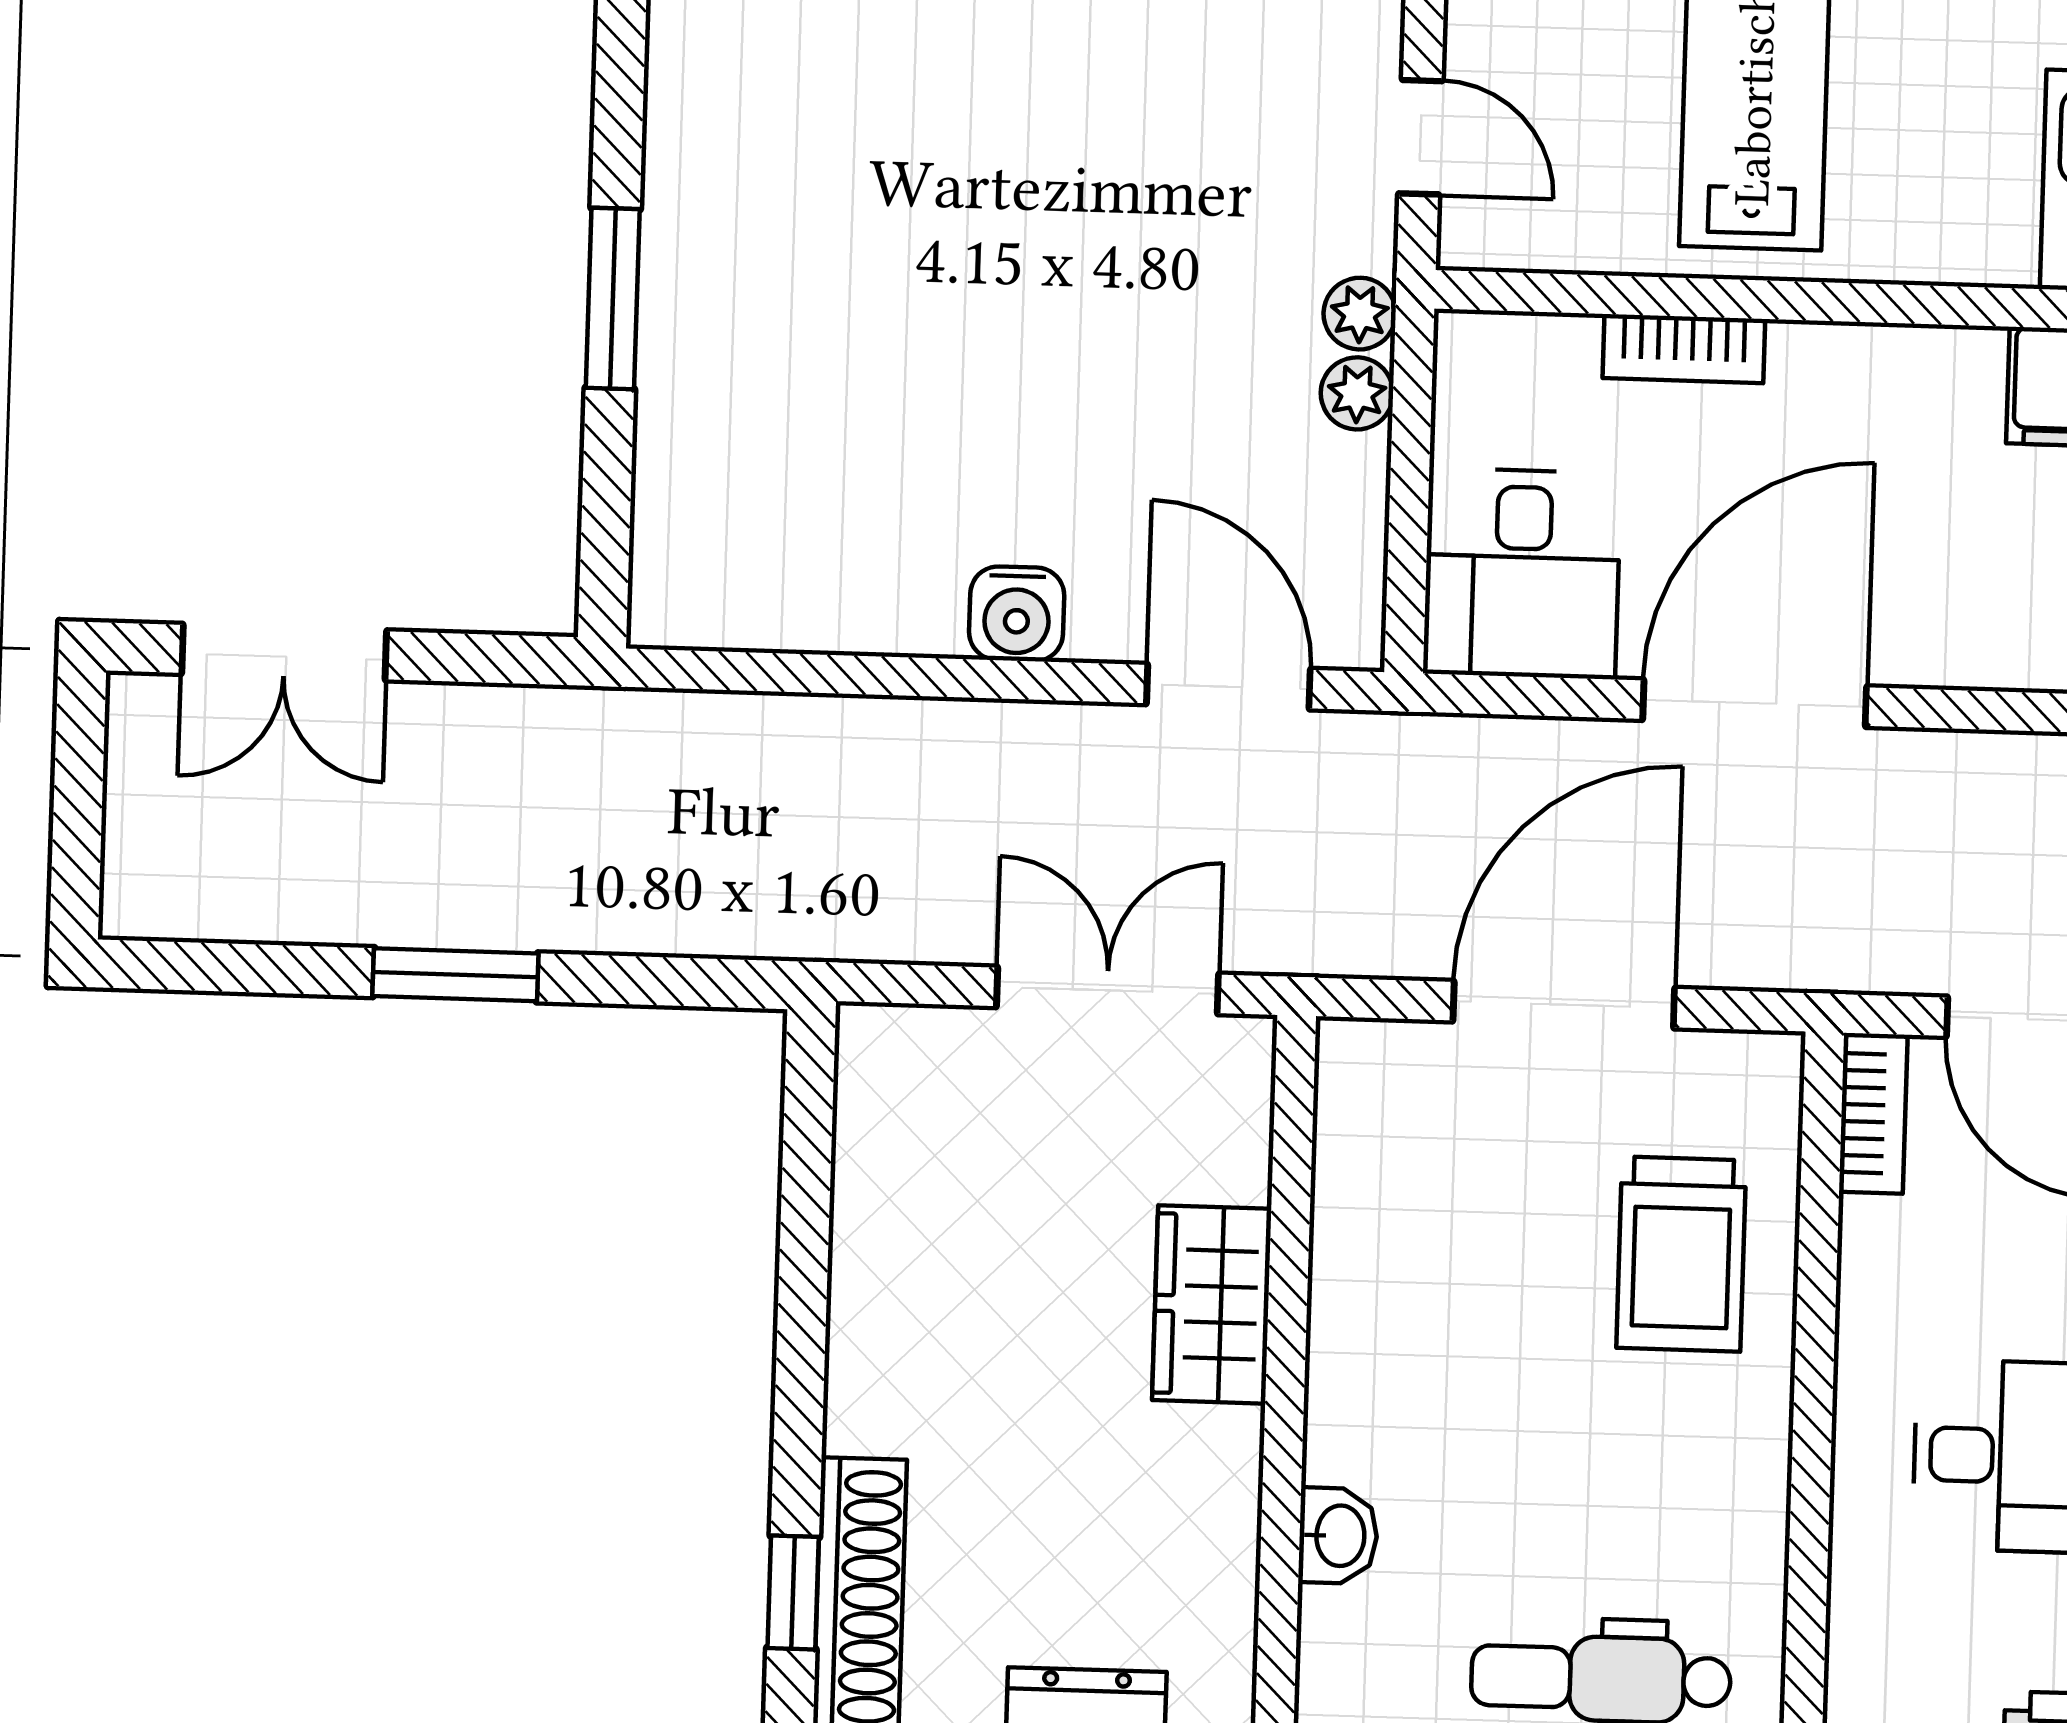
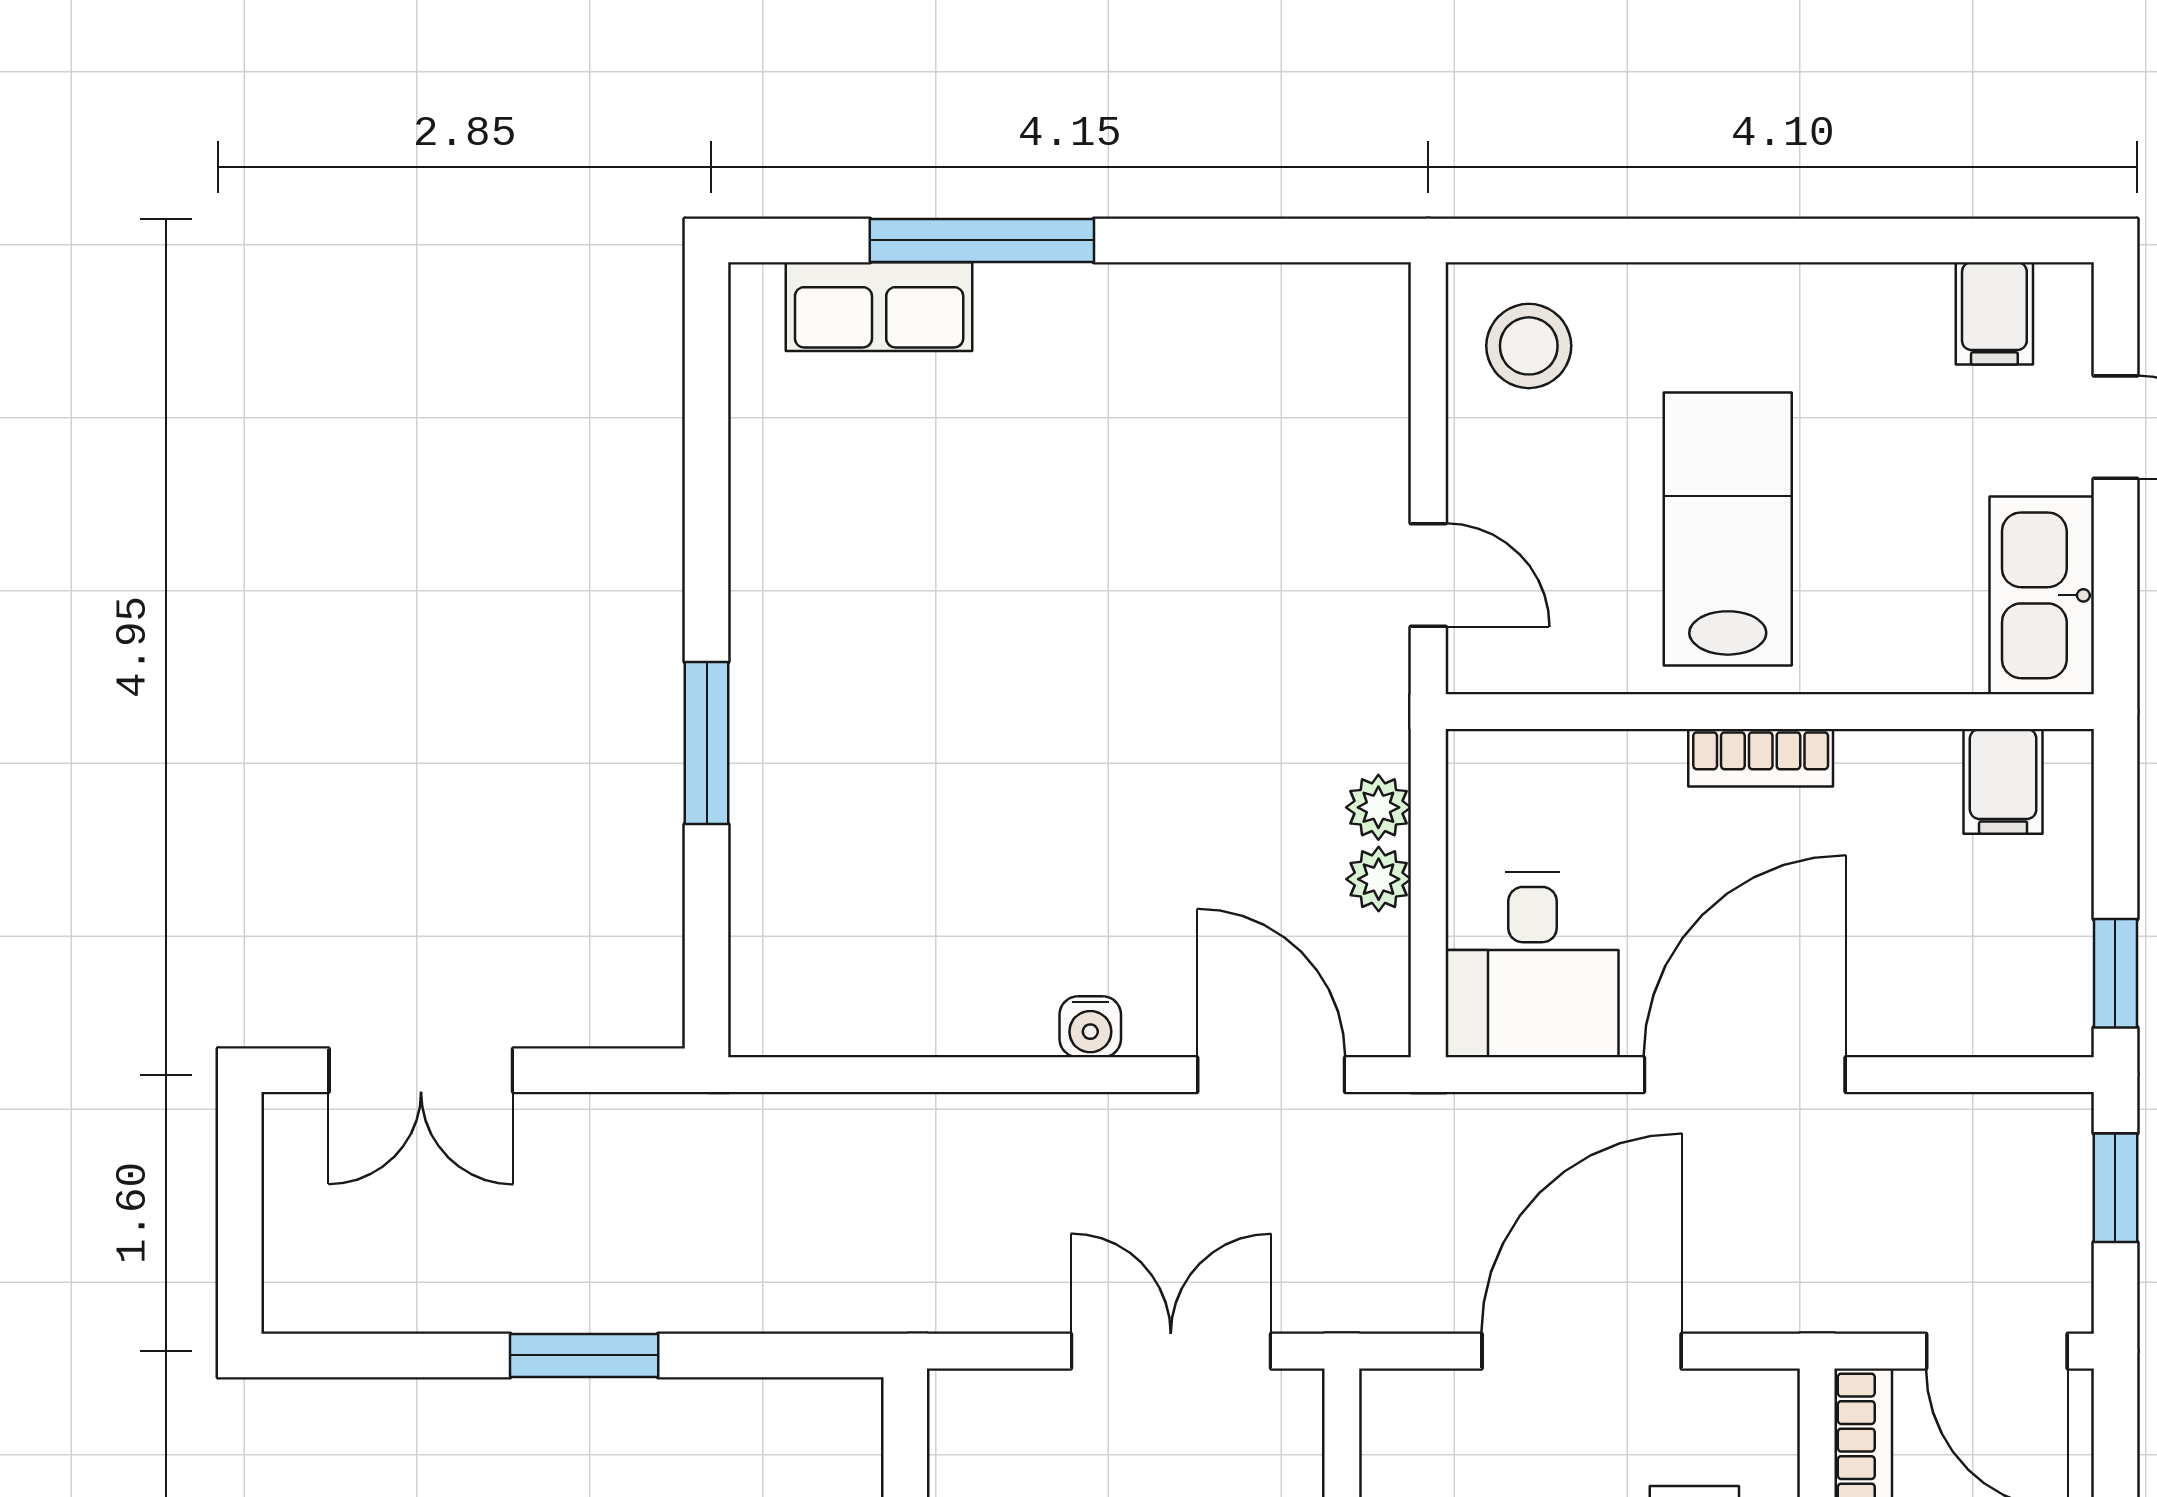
plant: (1360, 314) -> (1379, 879), moved
bookcase: (1684, 349) -> (1761, 758), moved
water cooler: (1017, 614) -> (1090, 1027), width x0.72, depth x0.72

